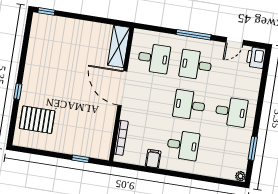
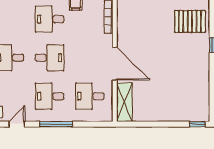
desk: (196, 65) -> (50, 96), turned 180

